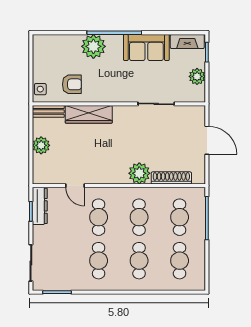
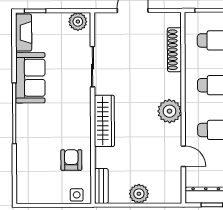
plant: (93, 46) -> (29, 136), removed
plant: (197, 76) -> (78, 22), moved
wardrobe: (89, 114) -> (104, 121), moved
plant: (139, 173) -> (169, 111), moved
door: (75, 186) -> (183, 156), hinge flipped

